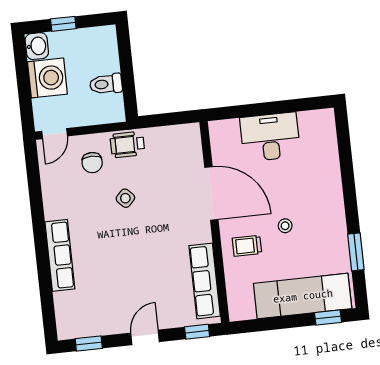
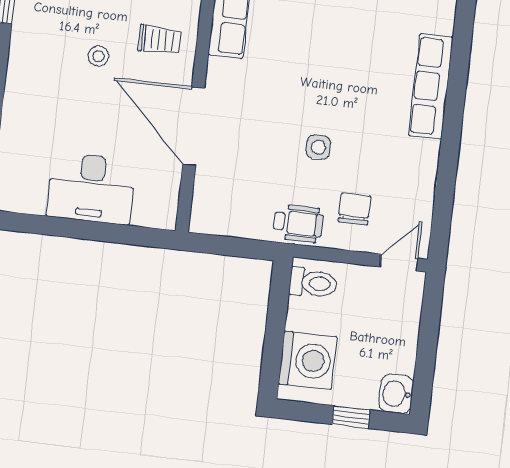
washing machine: (47, 78) -> (308, 360), moved, turned 180
toilet: (106, 84) -> (313, 283), moved
side table: (125, 198) -> (318, 147), turned 45

